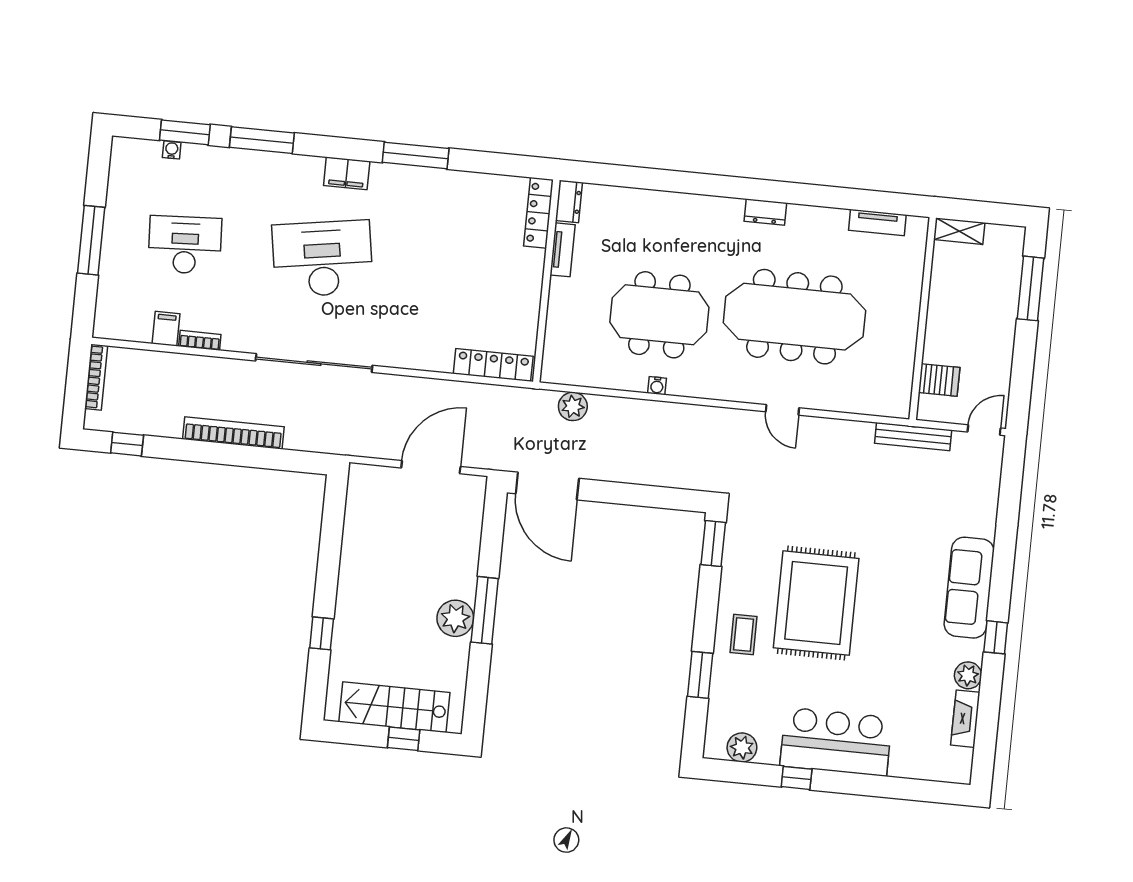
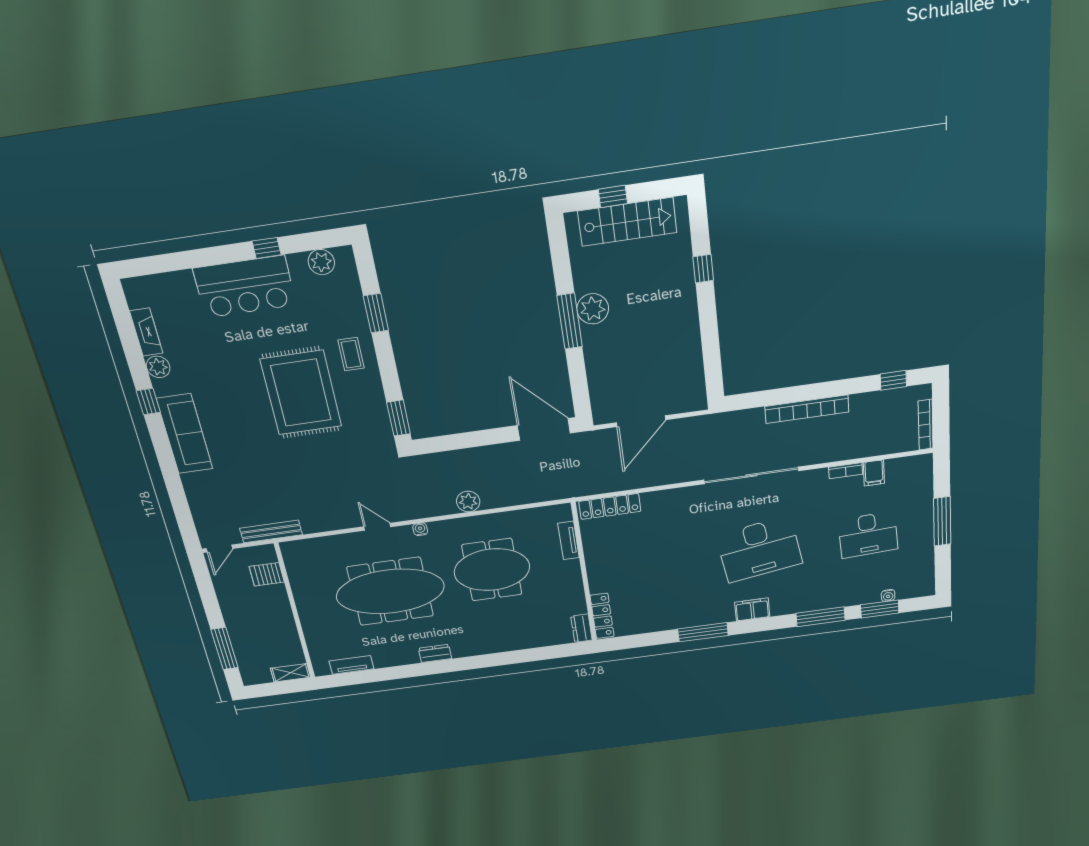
tv unit: (563, 250) -> (569, 540), moved
water cooler: (657, 386) -> (420, 529), moved
plant: (573, 406) -> (468, 502), moved

